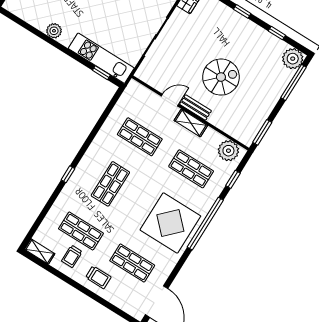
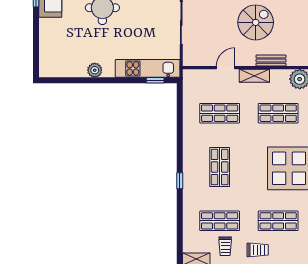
bench: (196, 107) -> (271, 61), moved

